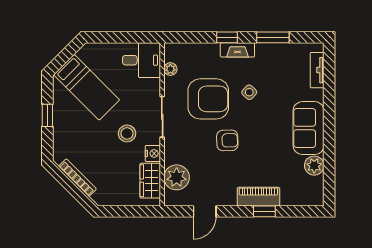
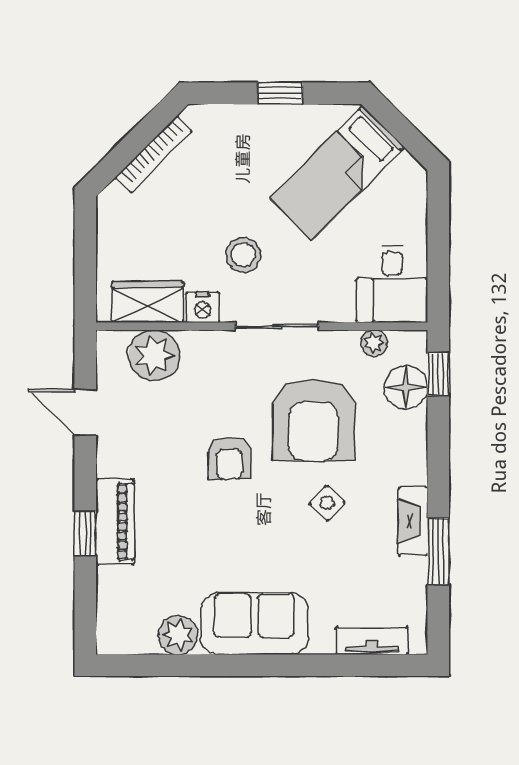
window: (227, 37) -> (438, 374), moved
fireplace: (237, 50) -> (413, 521), moved
floor lamp: (192, 53) -> (406, 387), added

